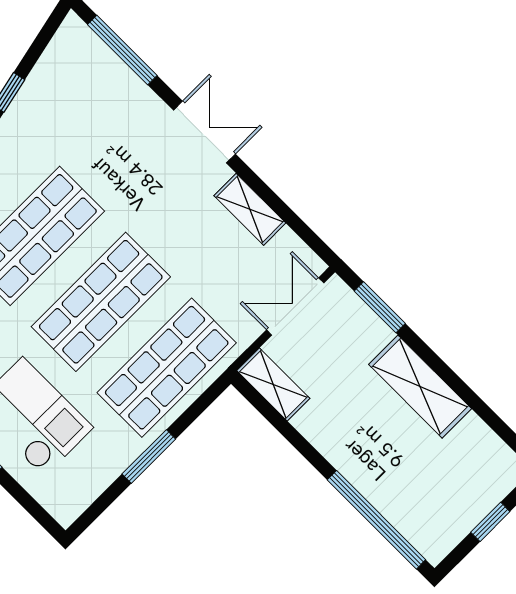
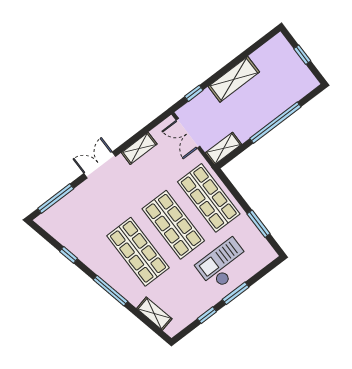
window: (380, 307) -> (194, 93), width x0.67
window: (149, 457) -> (259, 224), moved
window: (376, 520) -> (275, 123), moved

